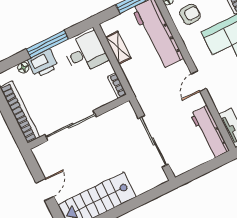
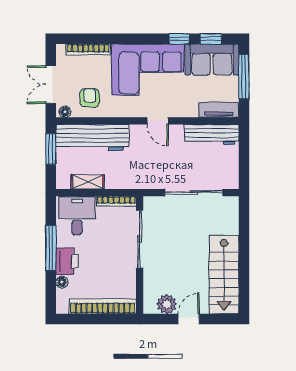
bookcase: (117, 86) -> (116, 201), width x1.56
sliding door: (71, 126) -> (140, 239), moved
plant: (48, 165) -> (167, 304), added
door: (45, 190) -> (189, 319), hinge flipped

